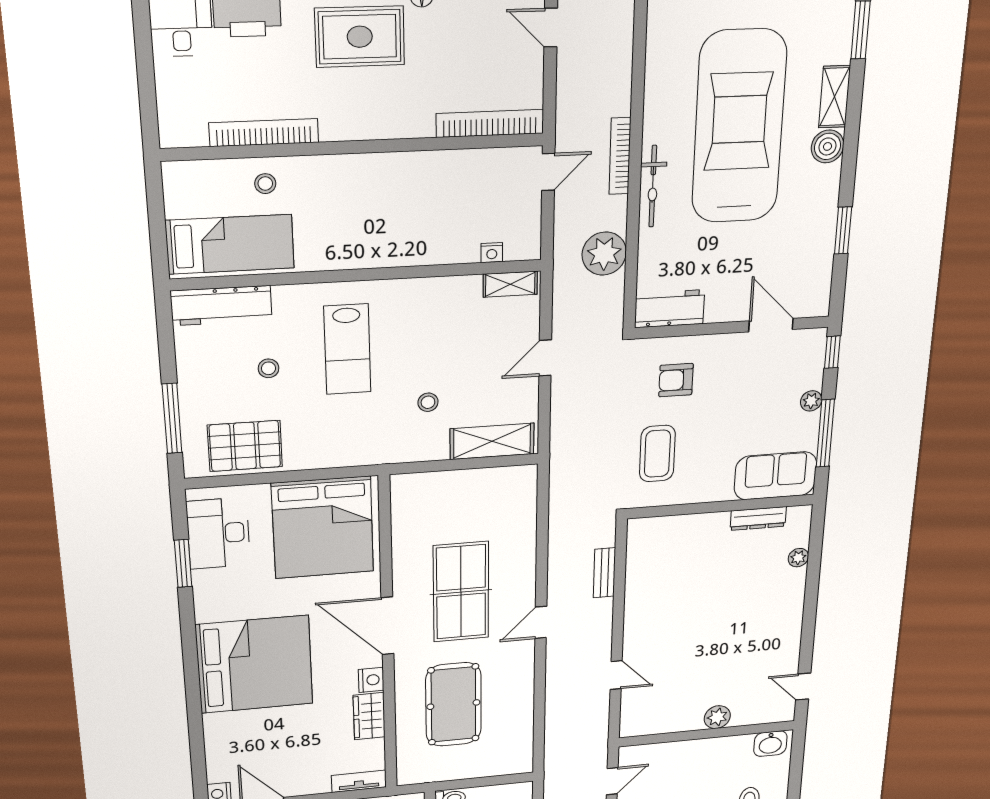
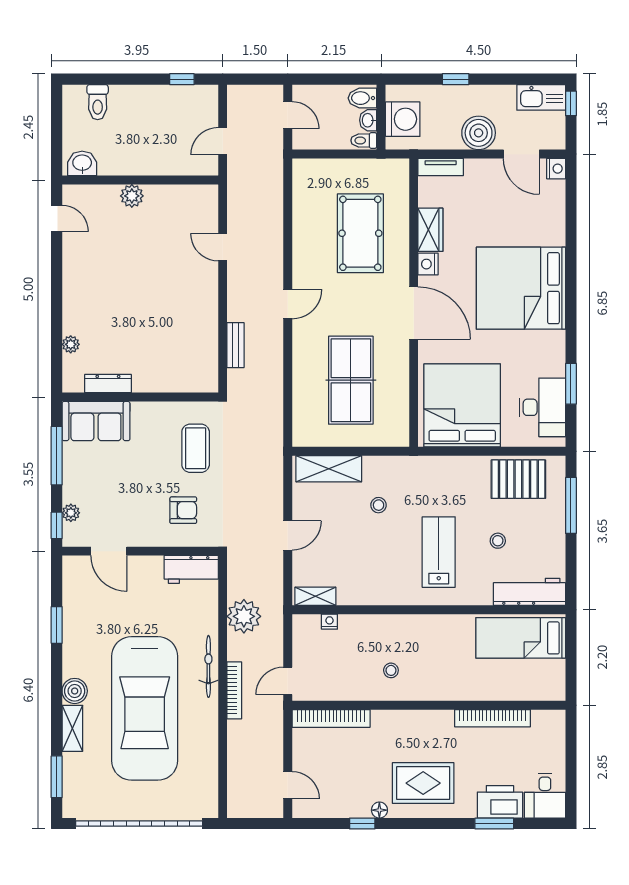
stool: (265, 184) -> (391, 670), moved
plant: (811, 401) -> (71, 513), moved
table tennis table: (461, 592) -> (351, 380), moved

